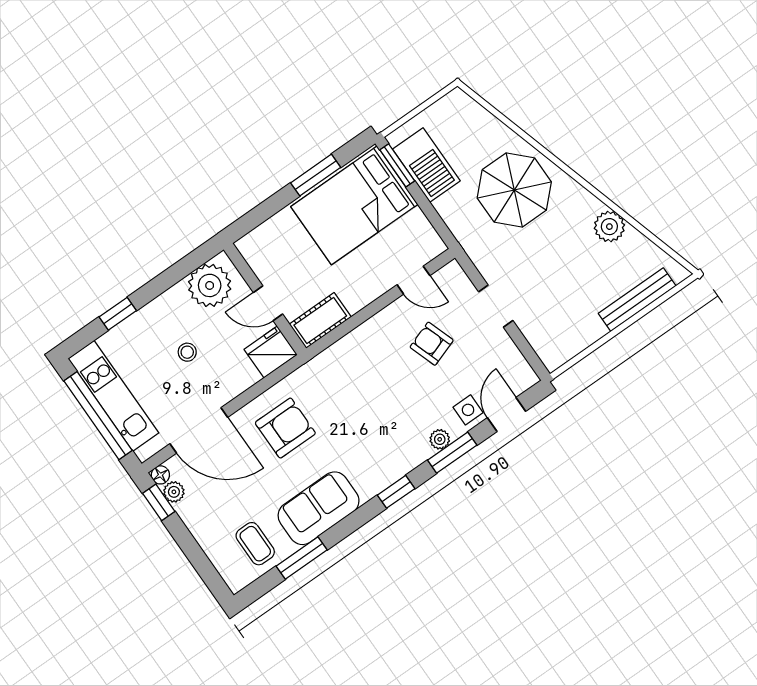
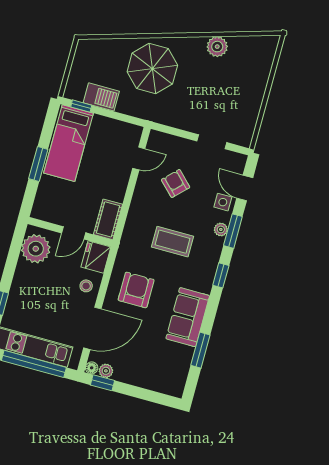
window: (397, 165) -> (81, 106), width x0.67
barbecue: (426, 165) -> (101, 97), width x0.73, depth x0.83
window: (316, 175) -> (38, 164), moved
bed: (354, 205) -> (68, 143), width x0.67
bench: (637, 300) -> (263, 72), removed
doorway: (496, 306) -> (212, 142), moved
armchair: (432, 344) -> (176, 183), turned 64
stool: (187, 352) -> (86, 286), moved
coffee table: (255, 544) -> (173, 242), moved, width x1.36, depth x1.30

